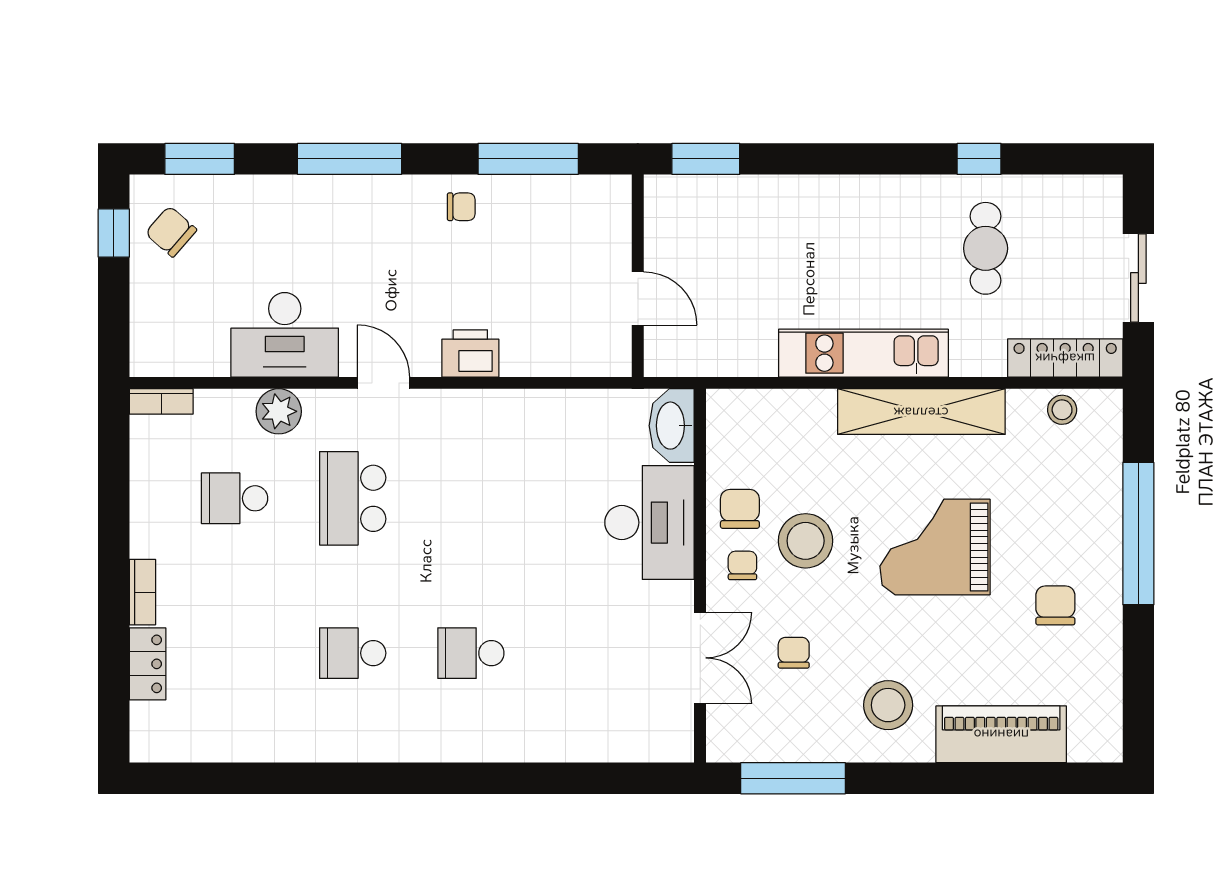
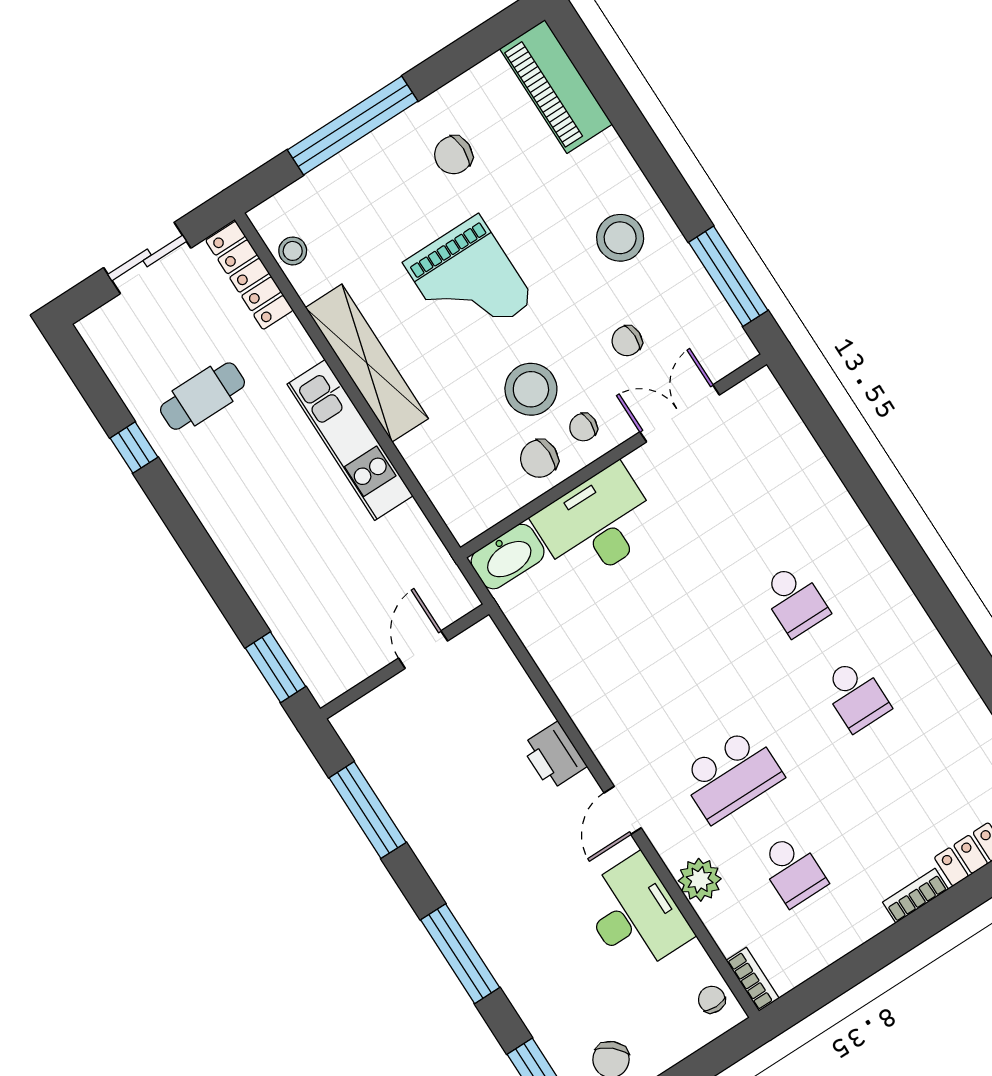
chair: (461, 207) -> (712, 1000), moved
piano: (1001, 734) -> (556, 86), moved

